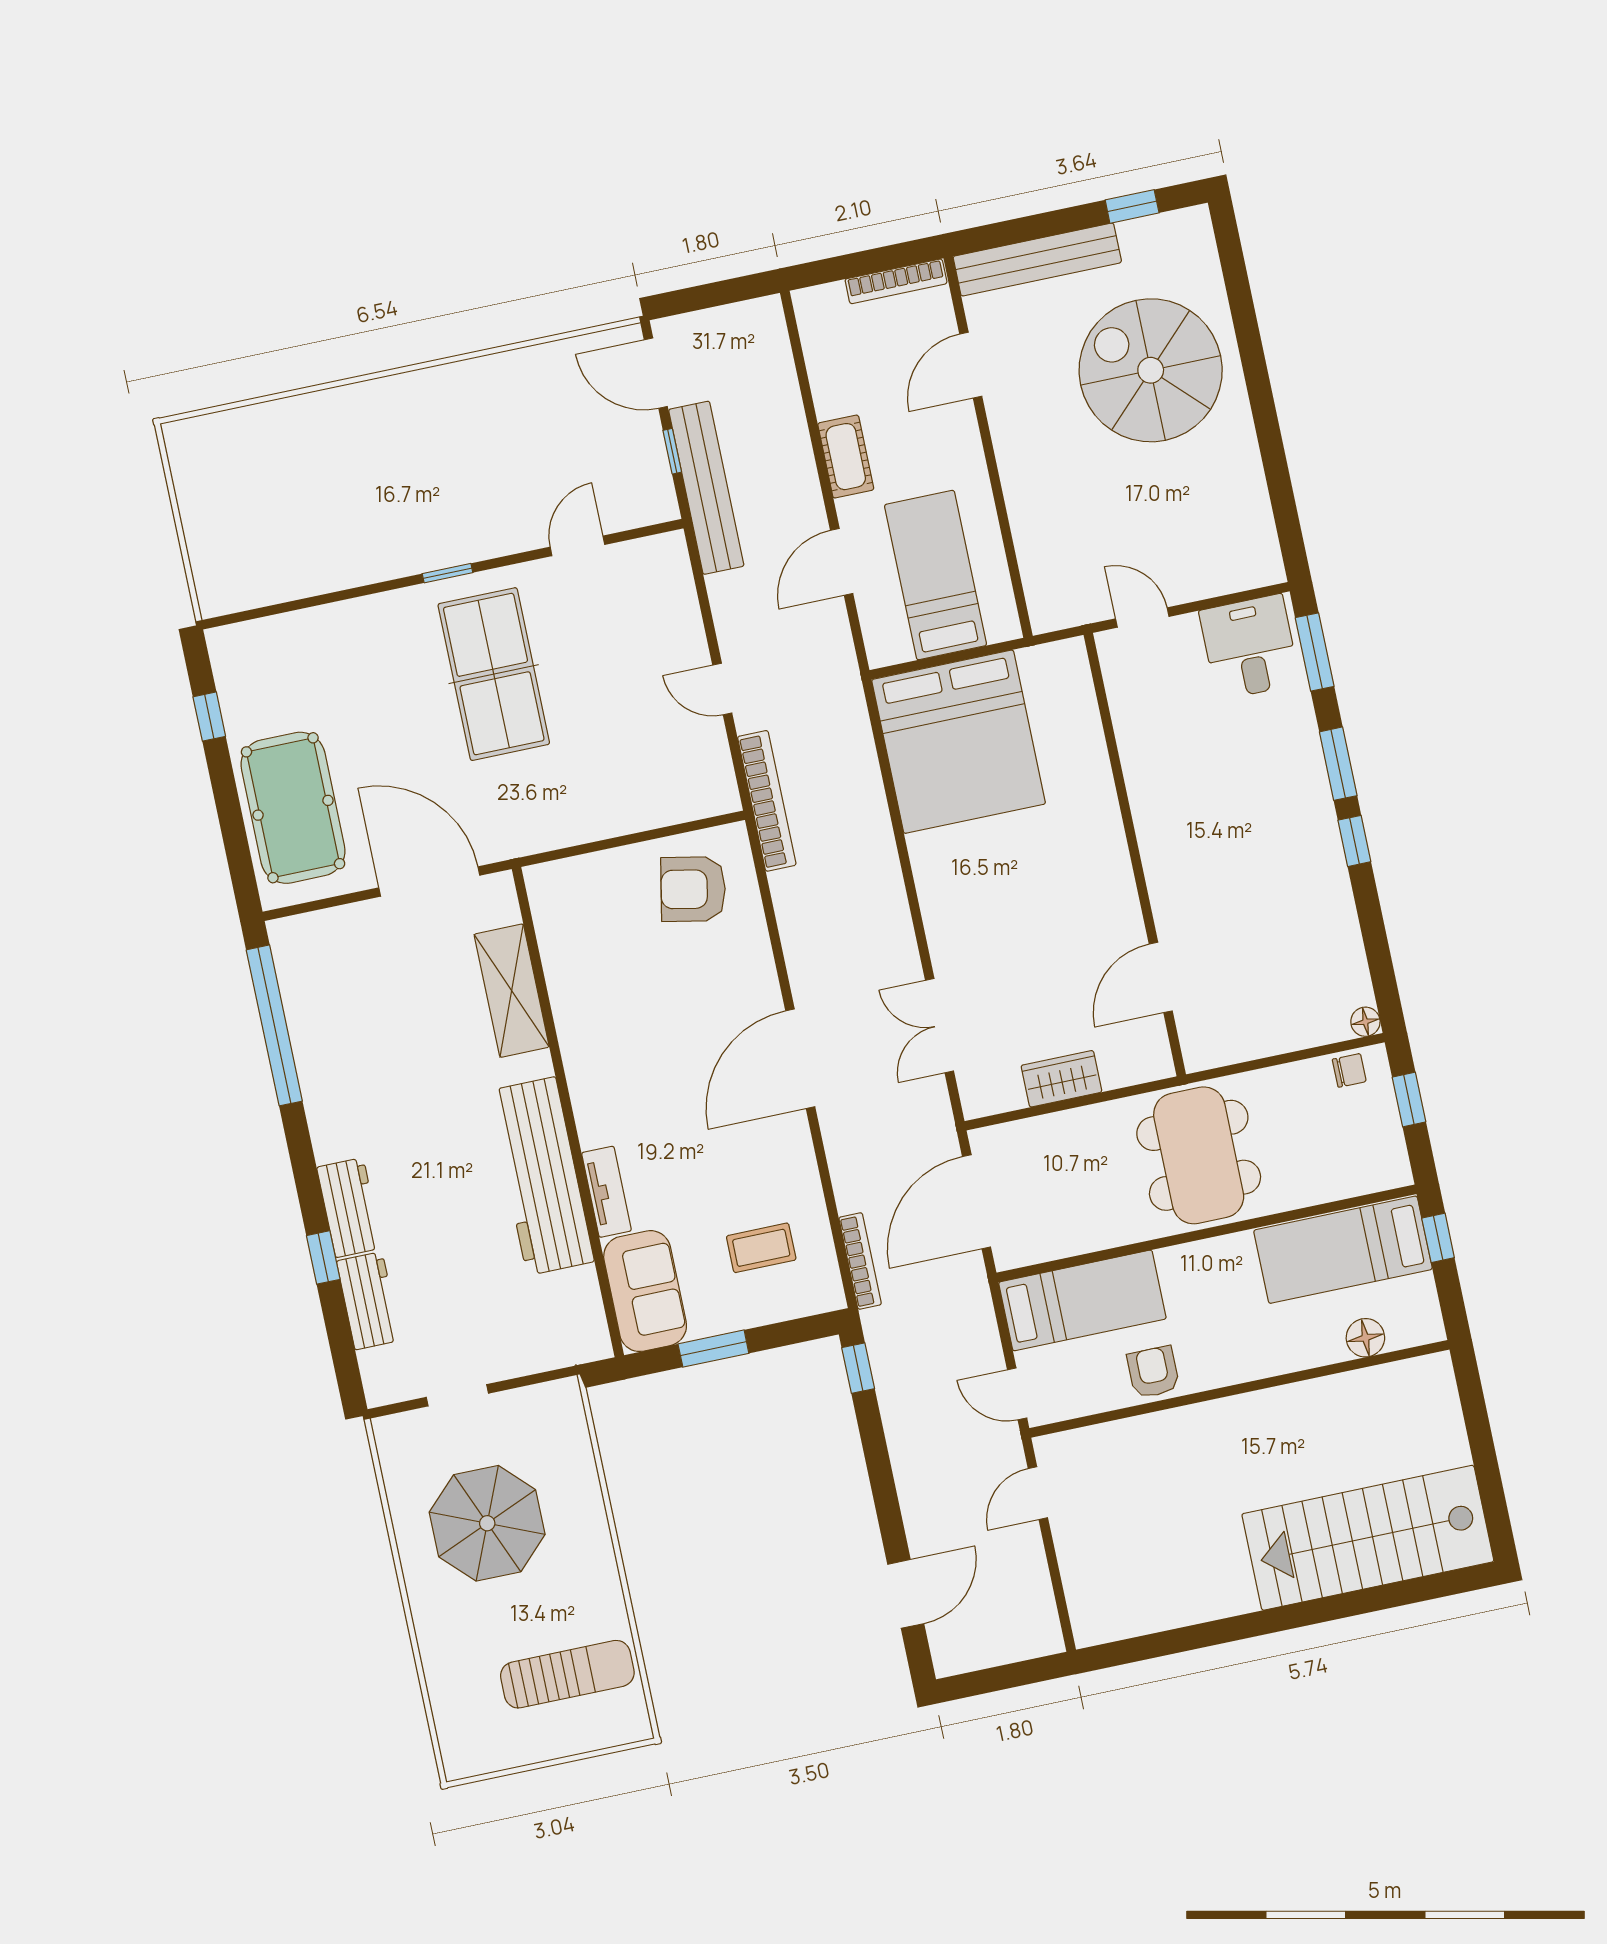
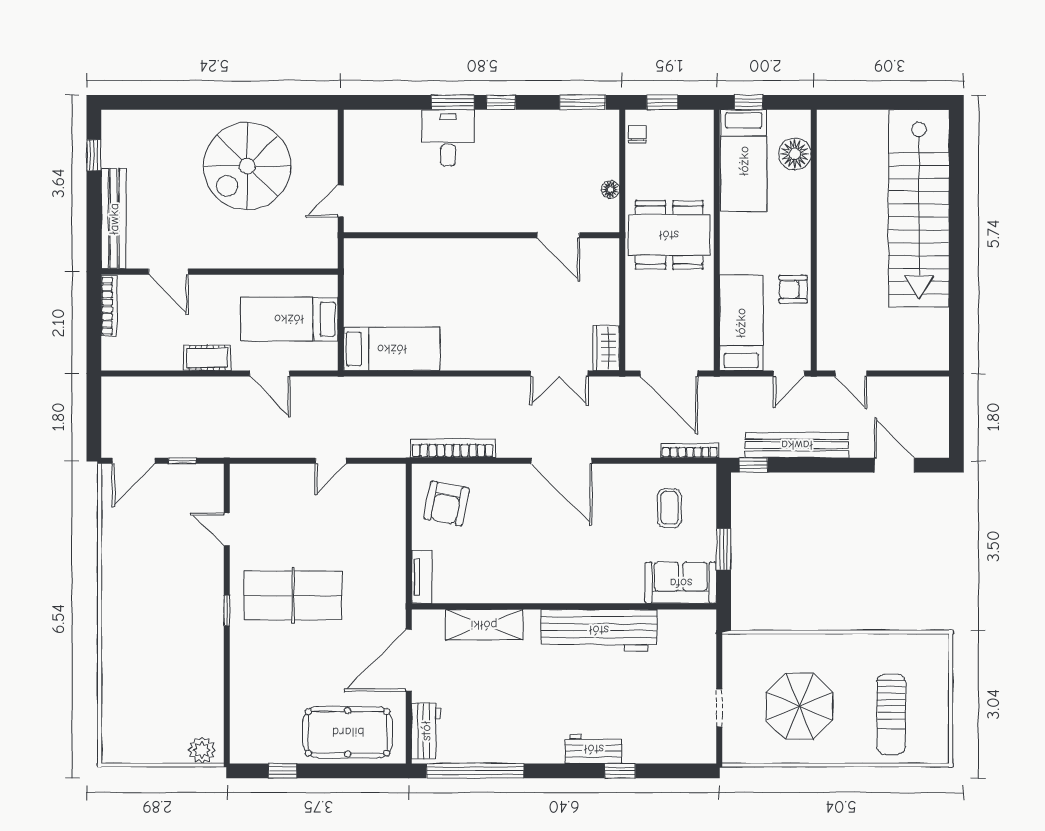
spiral stairs: (1151, 370) -> (247, 166), moved
bench: (706, 488) -> (797, 445), moved
plant: (215, 580) -> (202, 750), added
desk: (1250, 647) -> (448, 138), moved, turned 90
window: (1315, 652) -> (583, 102), moved
bed: (959, 742) -> (392, 349), width x0.49
bookcase: (767, 801) -> (453, 448), moved
floor lamp: (1365, 1022) -> (610, 189), moved
wardrobe: (1061, 1079) -> (606, 348), moved
tv unit: (607, 1192) -> (422, 577), moved, turned 90
workbench: (369, 1301) -> (426, 731), moved, turned 90
floor lamp: (1365, 1338) -> (795, 154), width x1.38, depth x1.38
stairs: (1368, 1538) -> (919, 208), width x1.36
sun lounger: (567, 1674) -> (891, 714), moved, turned 180

